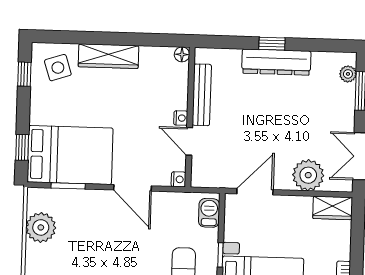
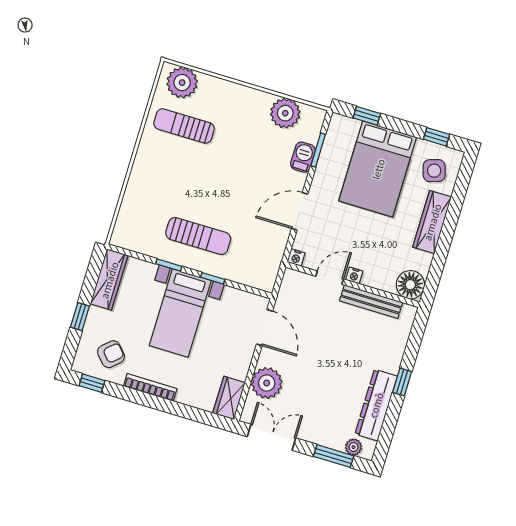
floor lamp: (182, 54) -> (410, 285), width x1.89, depth x1.89
dresser: (276, 62) -> (376, 405), moved
bed: (70, 155) -> (378, 169), moved
barbecue: (209, 213) -> (303, 157), moved, turned -90

